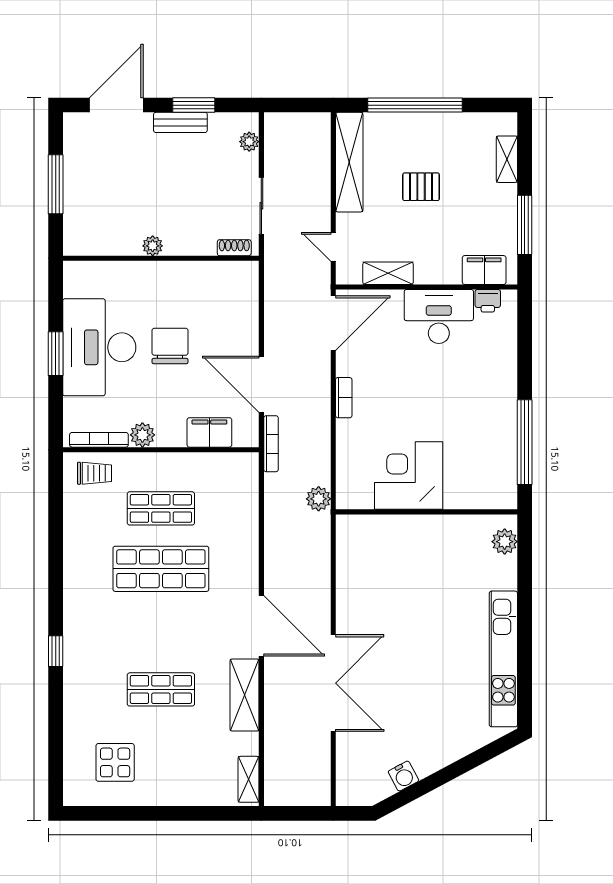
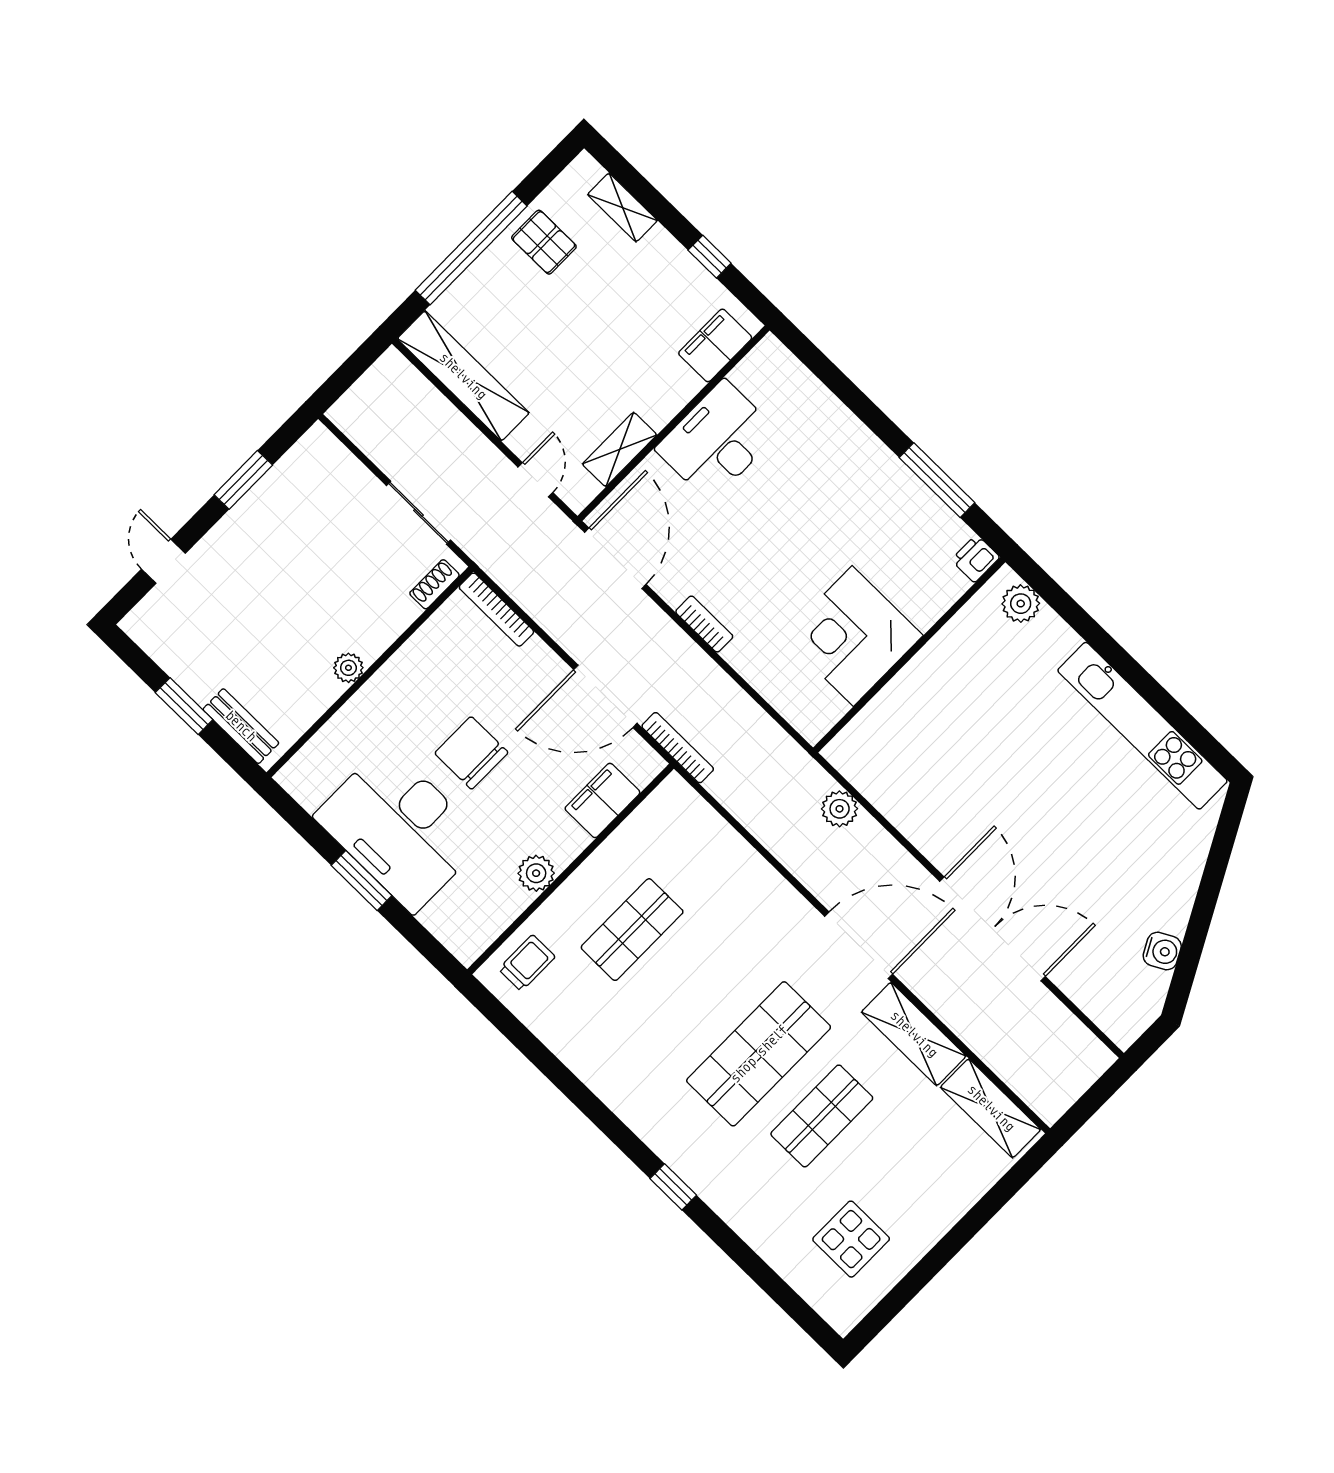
door: (116, 105) -> (163, 561), width x0.53
bench: (180, 122) -> (241, 726), moved, turned 90
plant: (249, 142) -> (339, 460), removed
window: (56, 184) -> (184, 706), width x0.69
pallet: (421, 187) -> (544, 242), moved, turned 90
window: (525, 225) -> (710, 257), width x0.46
door: (333, 247) -> (535, 480), swing flipped
printer: (488, 301) -> (975, 559), moved, turned 180
bookcase: (99, 440) -> (496, 610), moved, turned -90
window: (525, 442) -> (937, 480), width x0.68
plant: (319, 499) -> (840, 809), moved
shop shelf: (161, 569) -> (759, 1054), moved
shelving: (249, 779) -> (991, 1108), width x1.50, depth x1.33

